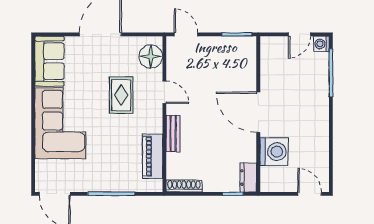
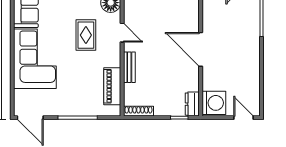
washing machine: (274, 152) -> (214, 103), moved

